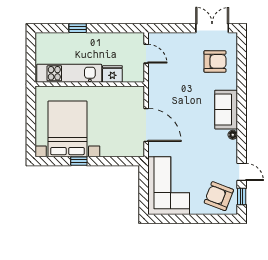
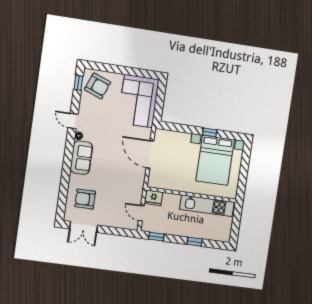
window: (124, 28) -> (156, 237), added
fridge: (112, 74) -> (154, 198), moved
door: (242, 172) -> (73, 121), moved

